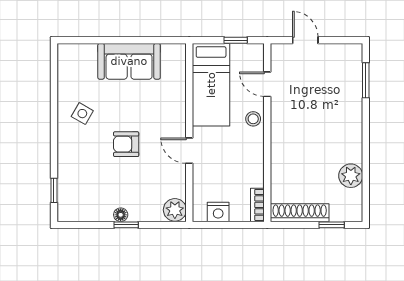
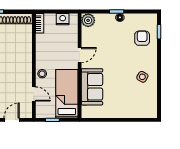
door: (305, 40) -> (12, 120), swing flipped
sofa: (129, 61) -> (92, 87), moved, turned 90
armchair: (126, 144) -> (142, 38), moved, turned -90
door: (189, 151) -> (80, 55), hinge flipped

